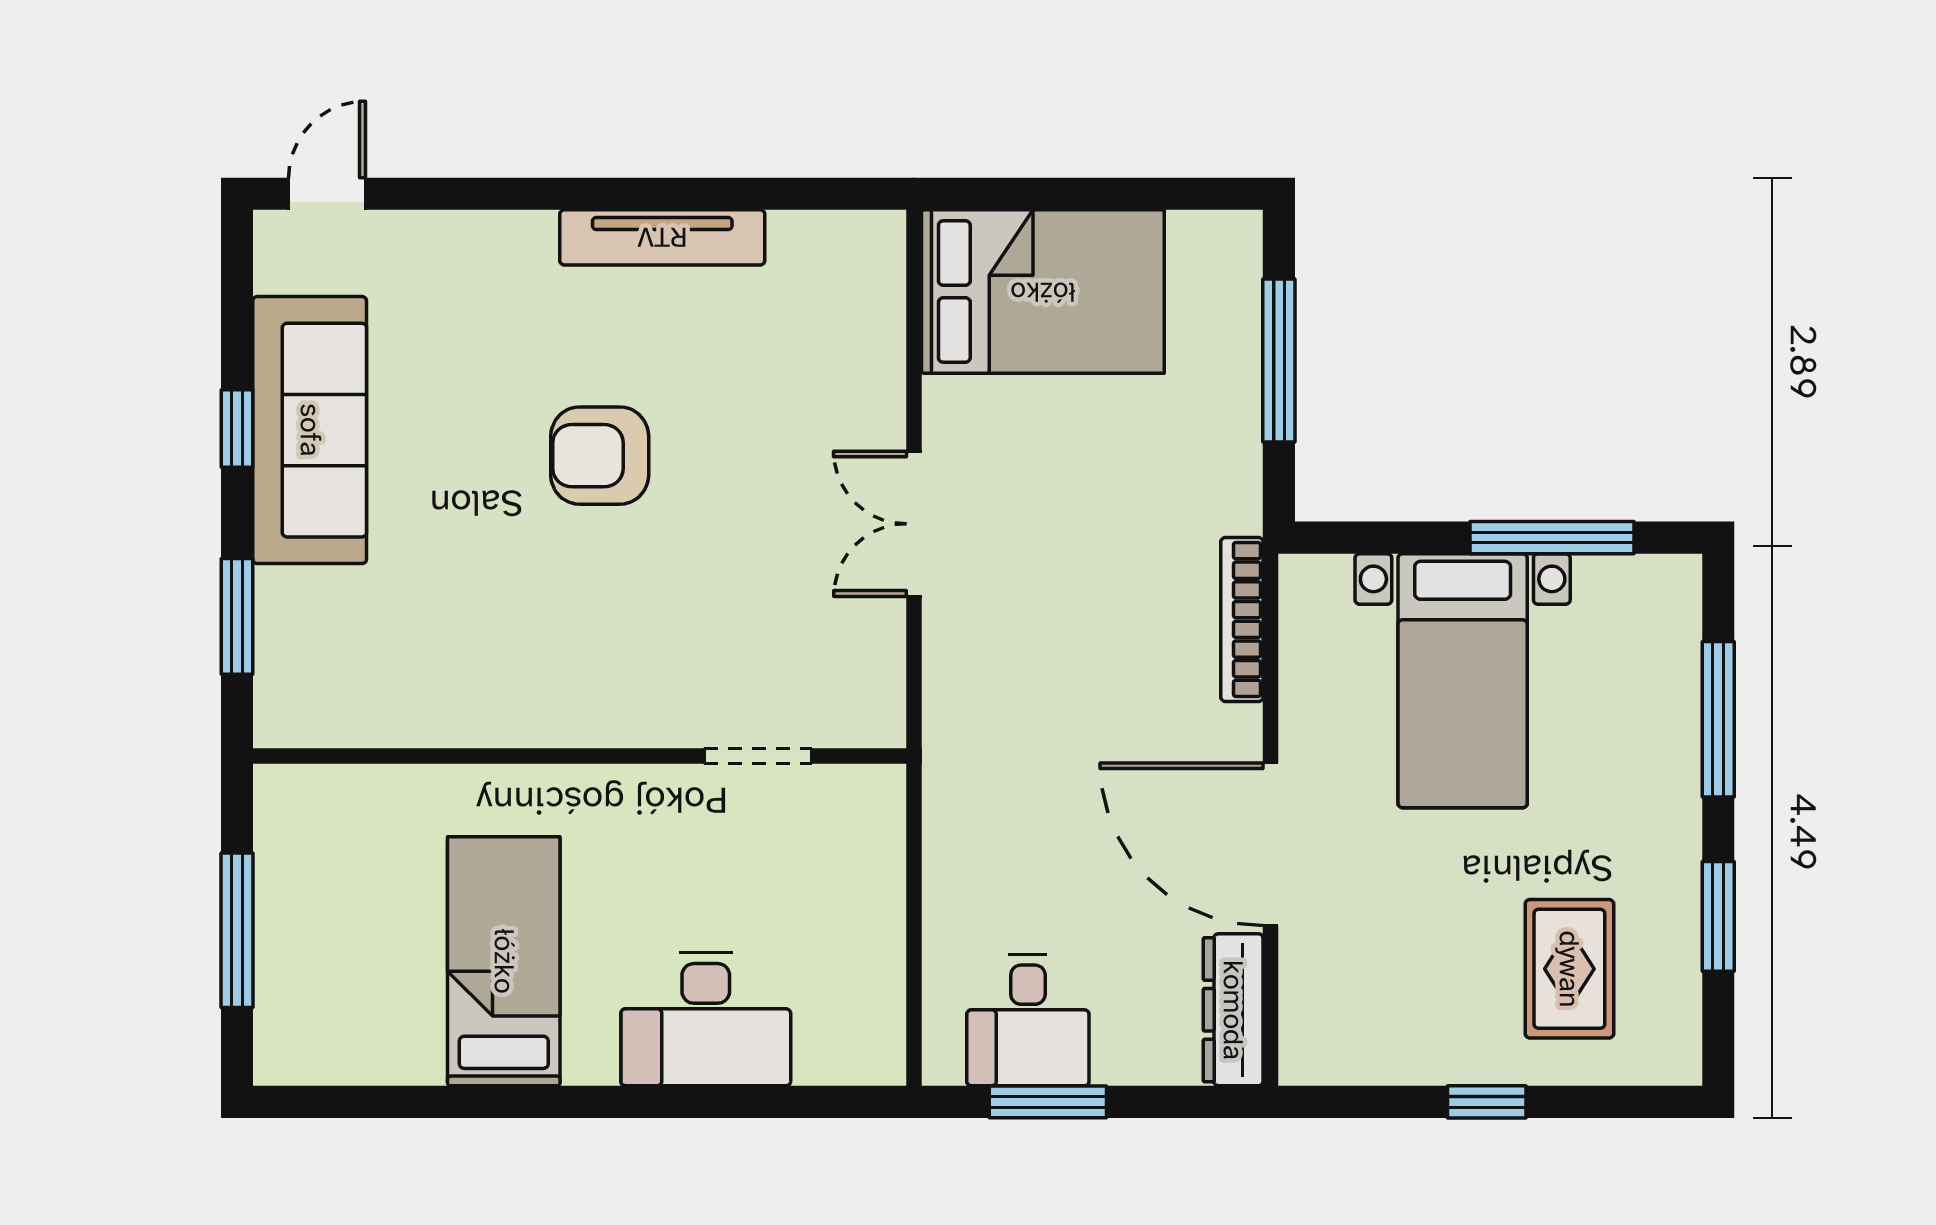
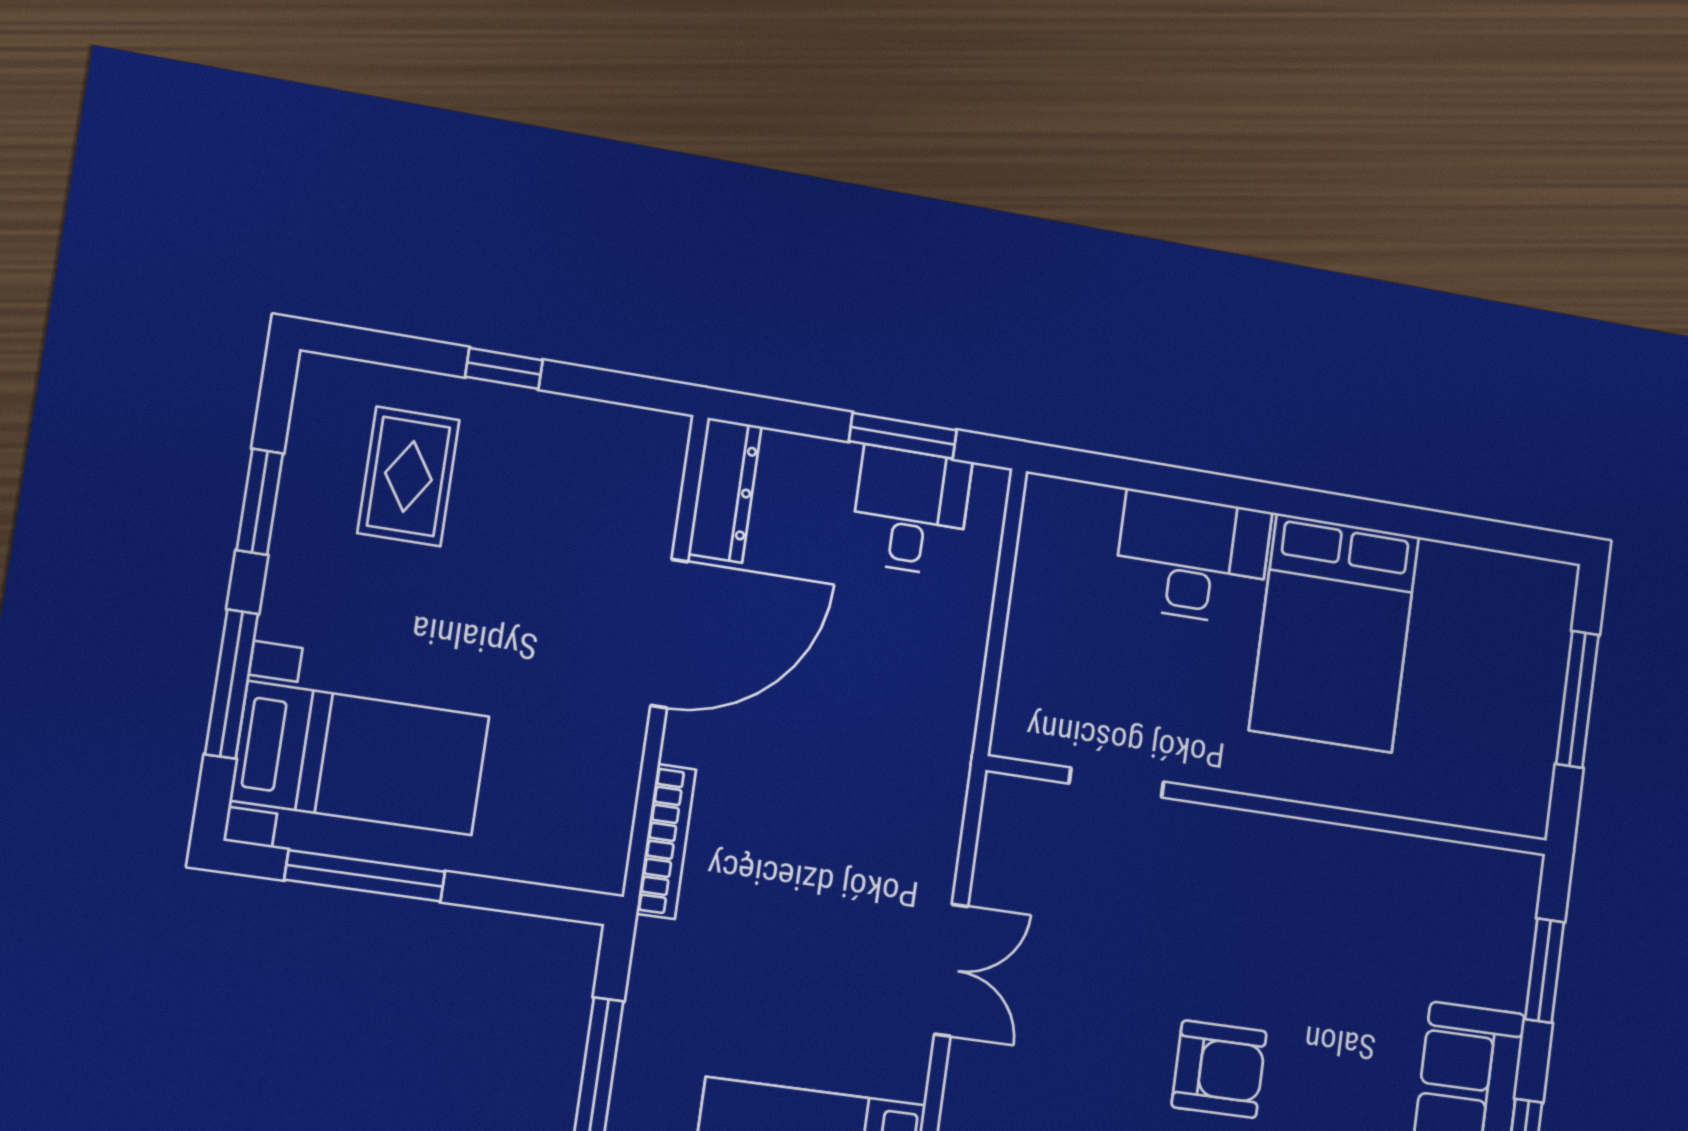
bed with nightstands: (1463, 681) -> (360, 758), moved, turned 90
door: (1271, 844) -> (669, 634), hinge flipped
bed: (504, 961) -> (1334, 633), width x1.50

